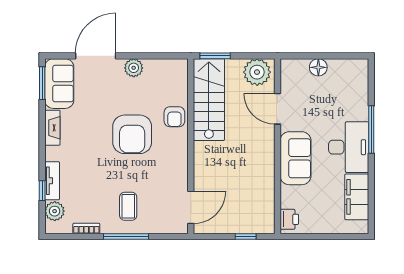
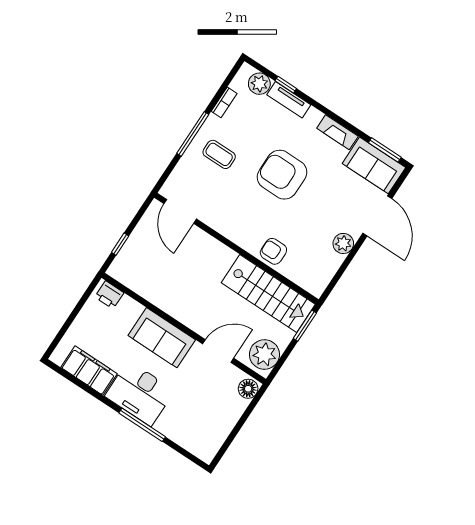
floor lamp: (318, 67) -> (248, 389), moved
armchair: (132, 134) -> (282, 175), moved

